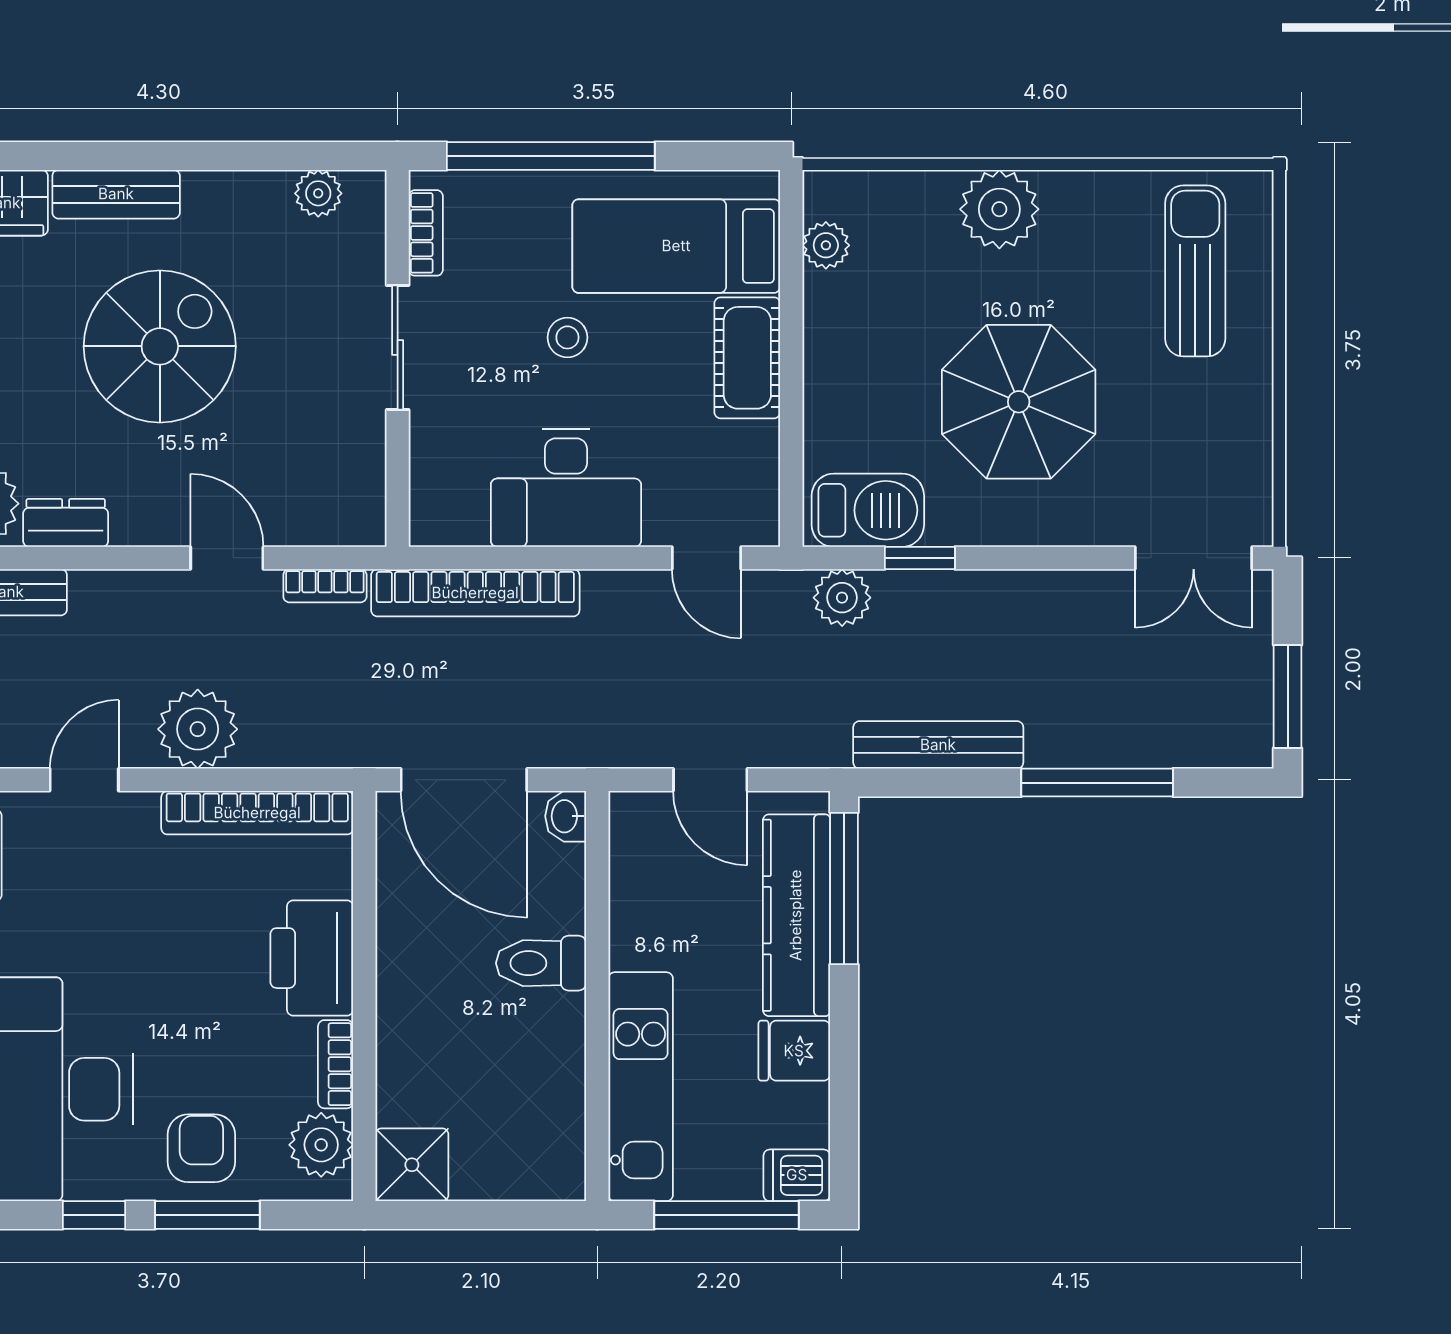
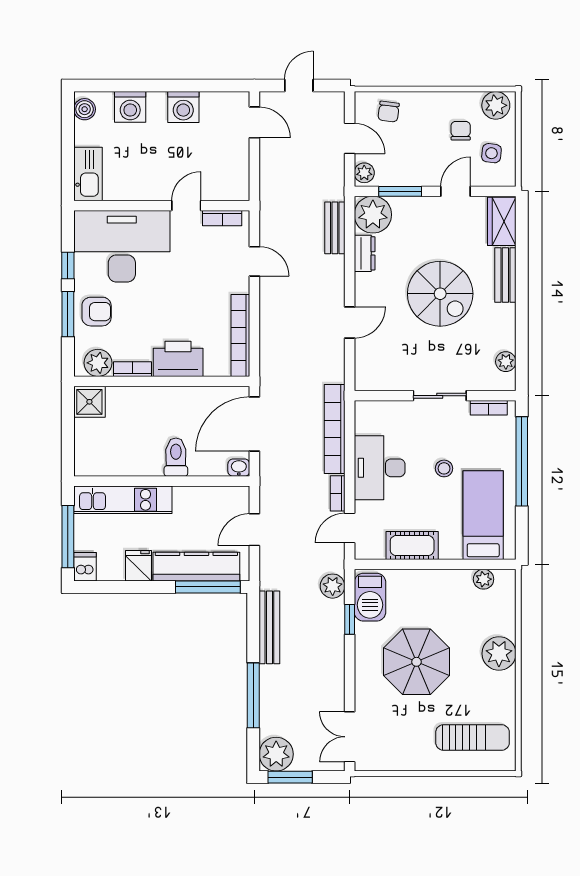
cot: (747, 358) -> (412, 546), moved
bookcase: (325, 586) -> (338, 493), moved
plant: (198, 729) -> (276, 754), moved

